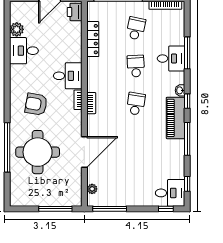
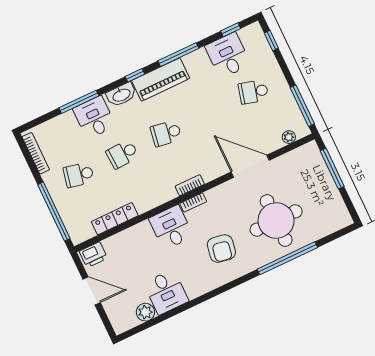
washbasin: (180, 90) -> (121, 95), width x1.91, depth x1.45
school desk: (136, 179) -> (253, 92), added
desk: (170, 193) -> (228, 55), moved

